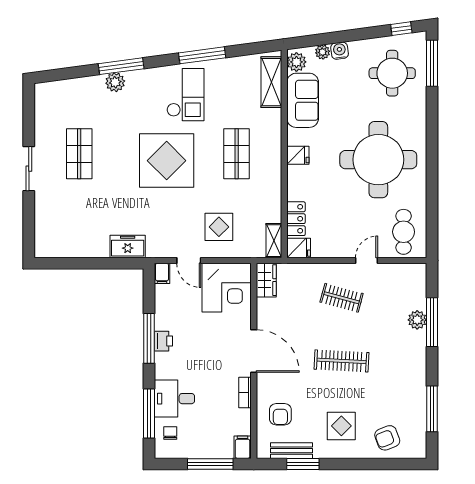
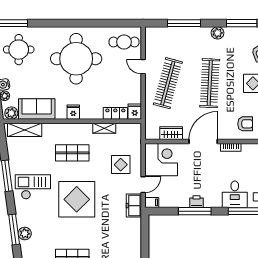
shelving: (274, 241) -> (104, 128), moved
freezer: (128, 247) -> (134, 206), moved
wardrobe: (266, 280) -> (171, 133), moved
clothes rail: (342, 298) -> (168, 83), width x1.86, depth x1.31
plant: (417, 320) -> (218, 33), moved
clothes rail: (342, 361) -> (210, 83), width x1.37, depth x1.31

